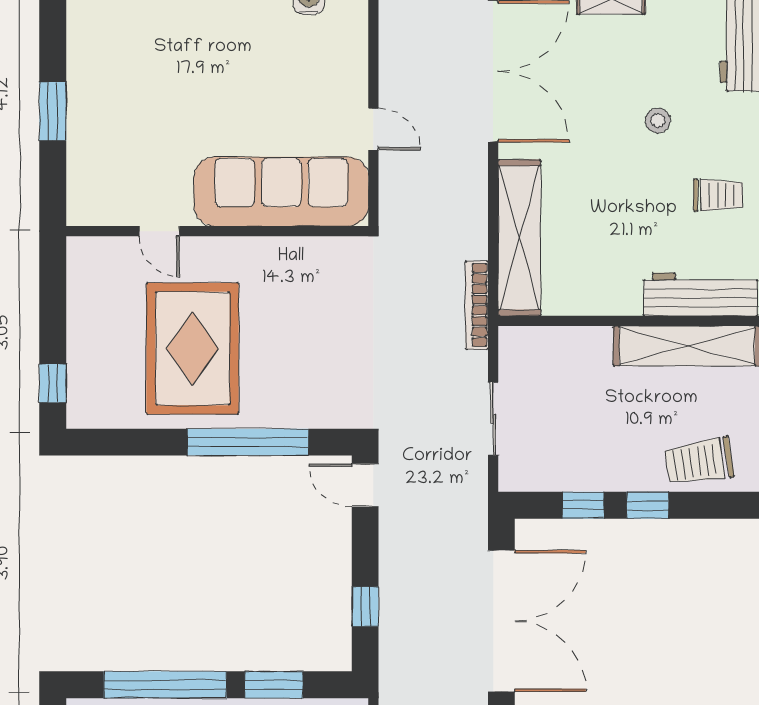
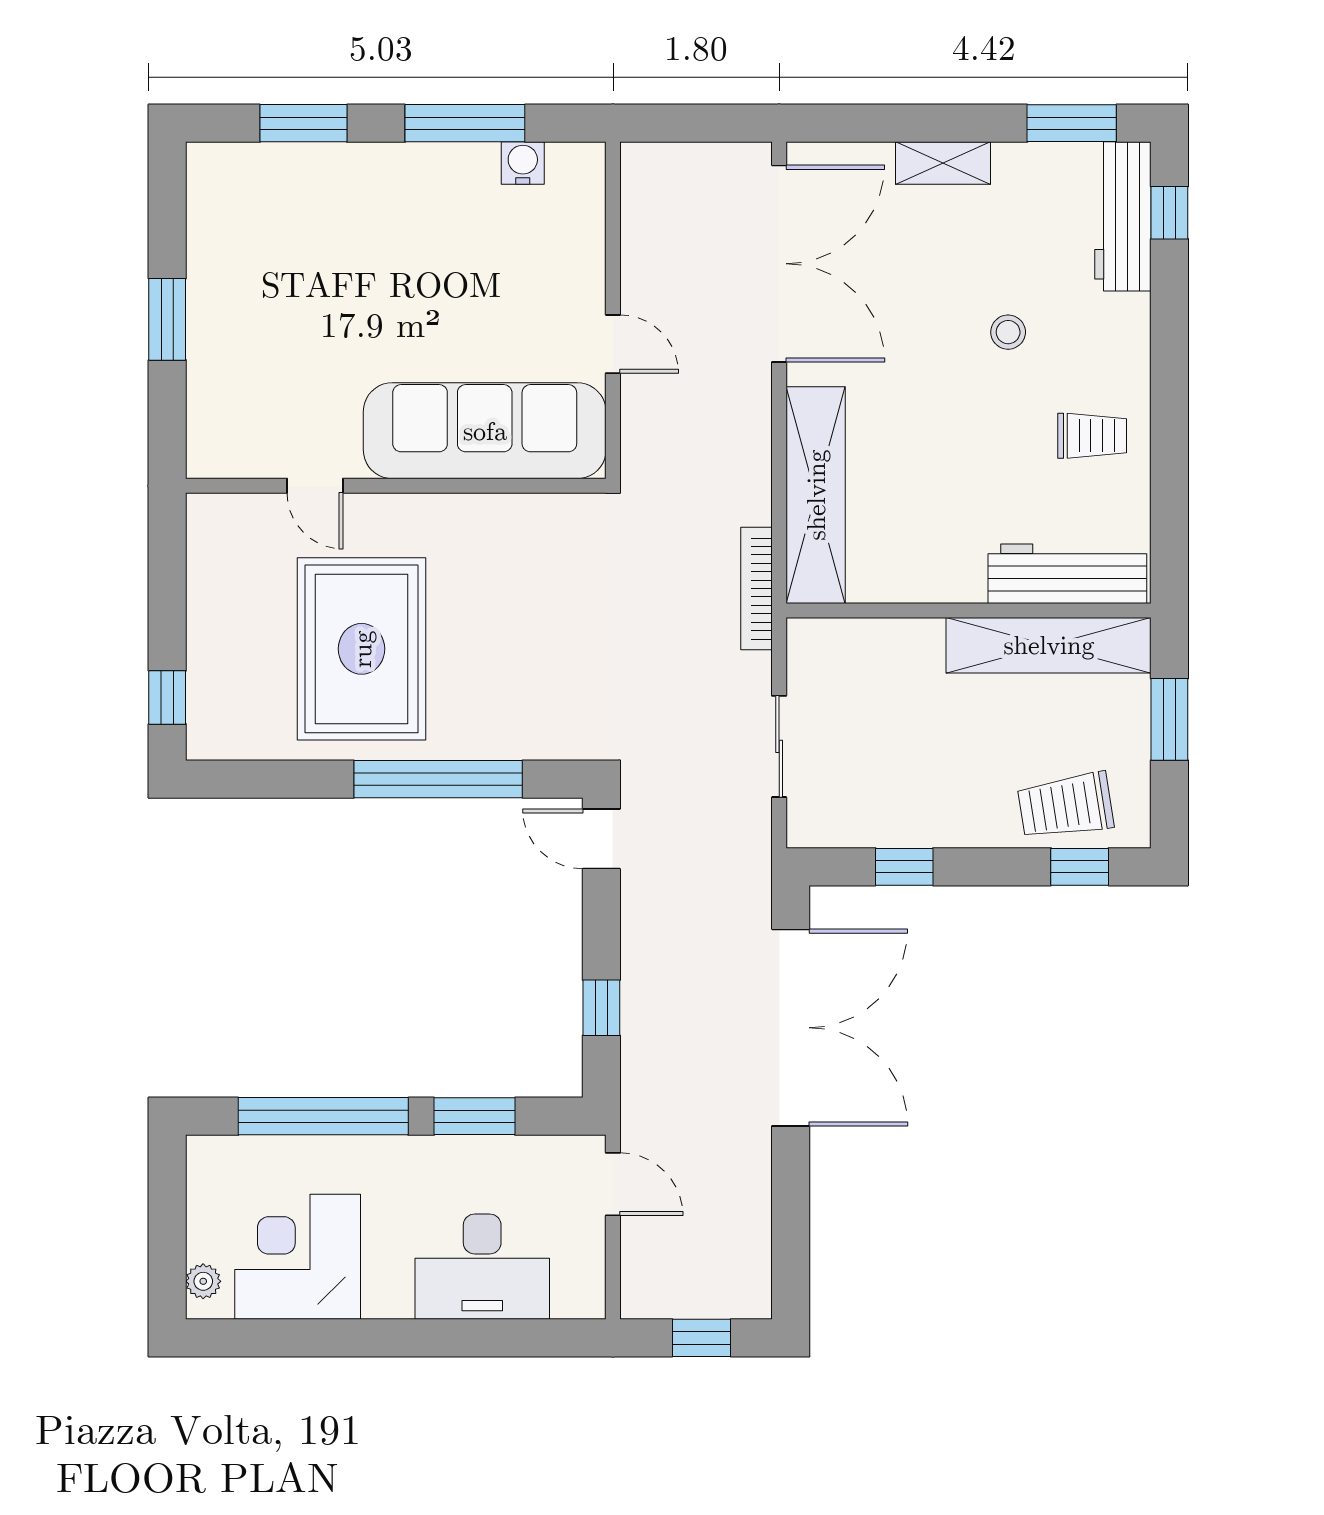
window: (648, 505) -> (1080, 867), moved

